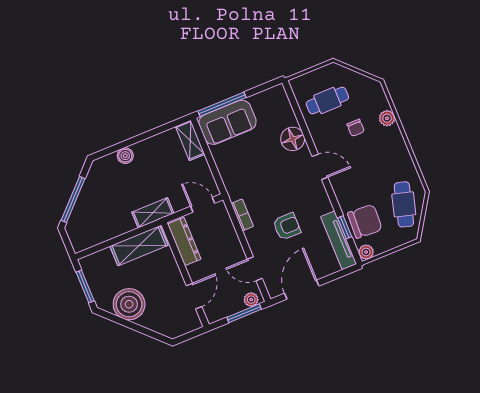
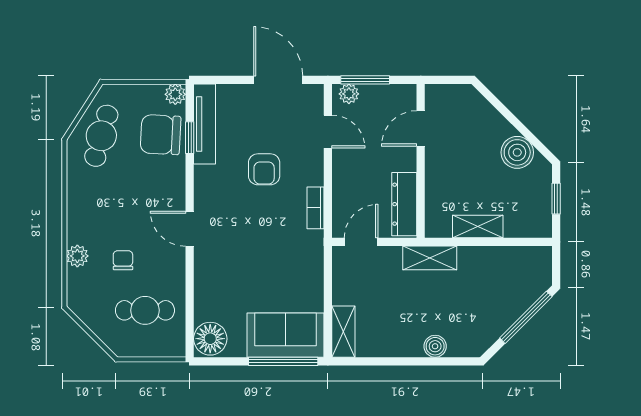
floor lamp: (293, 139) -> (210, 339), moved
door: (203, 205) -> (361, 242), swing flipped
armchair: (287, 226) -> (264, 169), turned -90
shelving: (139, 246) -> (478, 226), width x0.67, depth x0.75
window: (85, 286) -> (556, 199), width x0.67
door: (302, 290) -> (278, 80), swing flipped
boiler: (129, 304) -> (517, 152), width x0.73, depth x0.73

